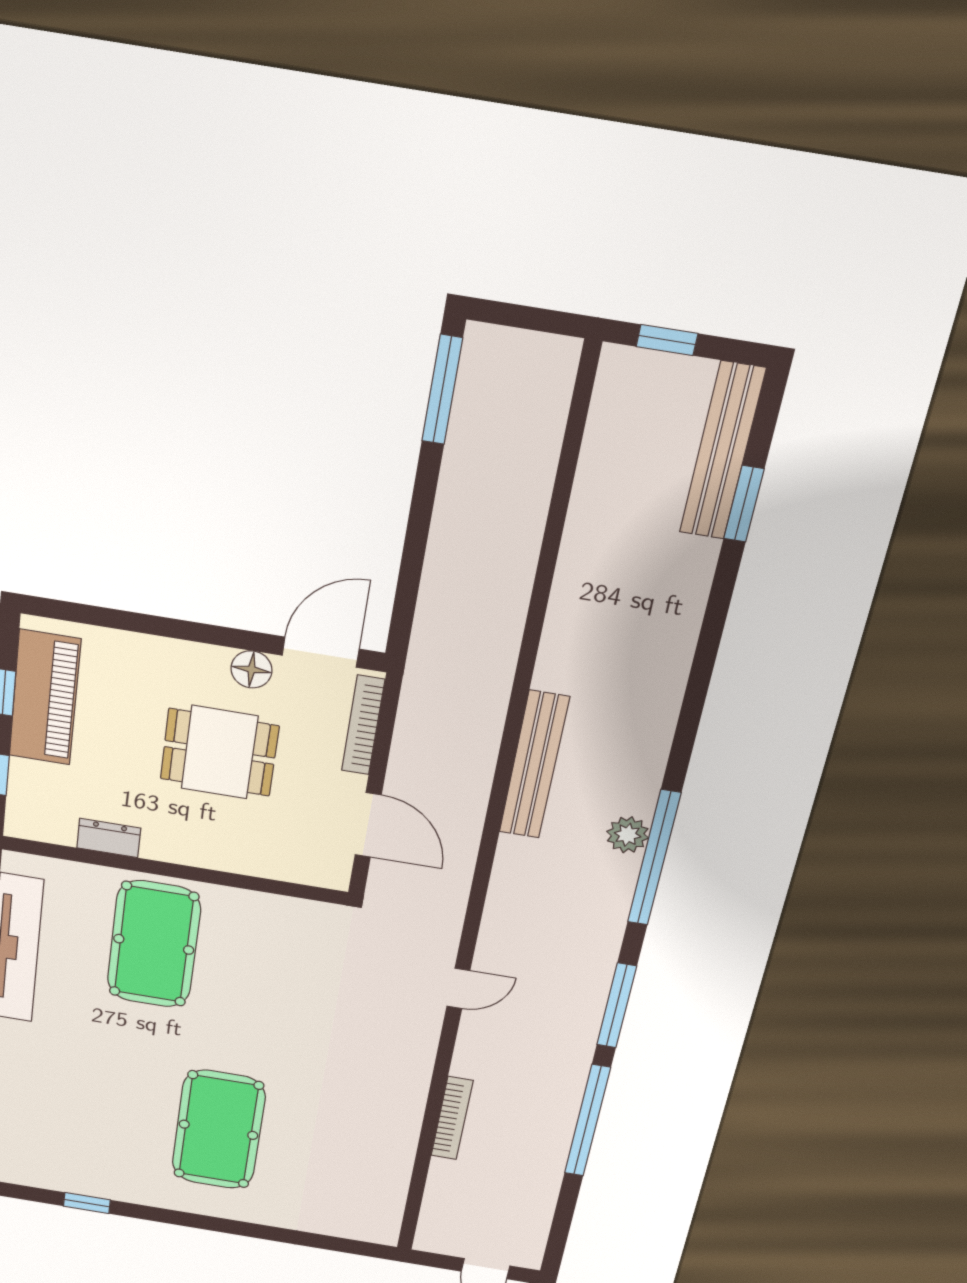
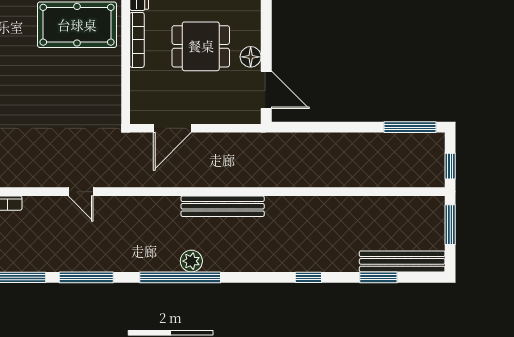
window: (541, 320) -> (450, 166), added
window: (667, 340) -> (450, 225), width x1.50
window: (710, 636) -> (308, 277), added
bookcase: (363, 725) -> (137, 40), moved, turned 90
dining table: (219, 752) -> (201, 46), turned 90

